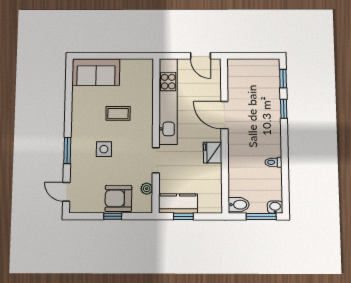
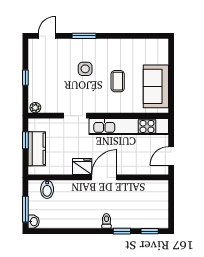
sofa: (96, 72) -> (156, 86), moved
door: (224, 115) -> (104, 177), moved
toilet: (273, 162) -> (106, 221), moved
plant: (147, 189) -> (35, 108), moved
armchair: (118, 198) -> (41, 82), removed
kitchen counter: (178, 203) -> (37, 149), moved
bidet: (239, 205) -> (47, 189), moved

